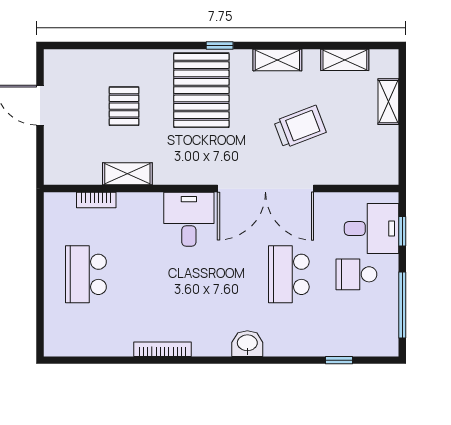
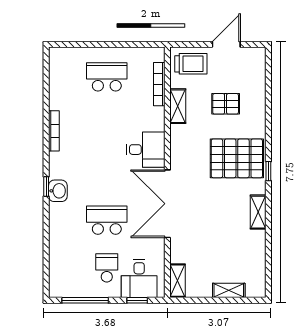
shelving: (345, 60) -> (177, 281), moved
trolley: (300, 127) -> (191, 64), moved, turned -69
bookcase: (96, 200) -> (159, 84), width x1.56
window: (339, 360) -> (46, 186), moved

